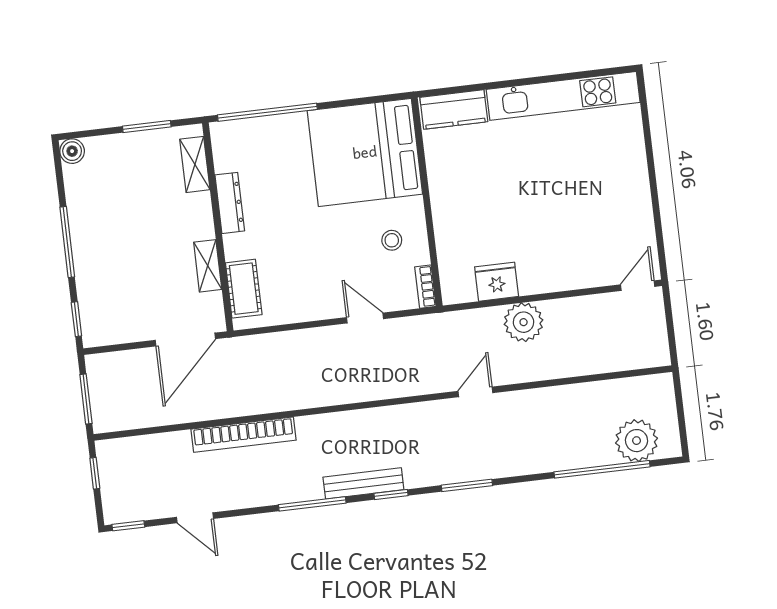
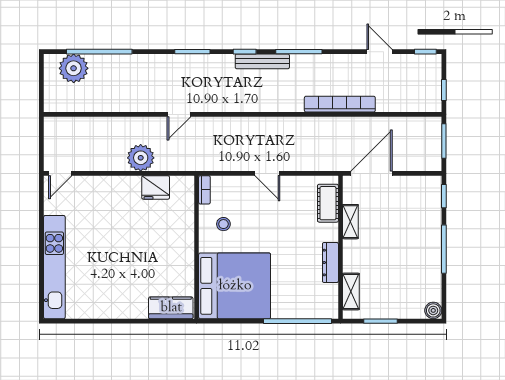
kitchen unit: (563, 96) -> (54, 267), moved, turned 90
door: (365, 318) -> (267, 173), moved

